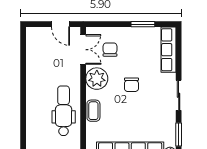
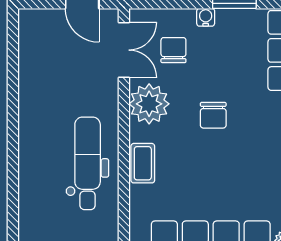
water cooler: (127, 32) -> (206, 17), added

